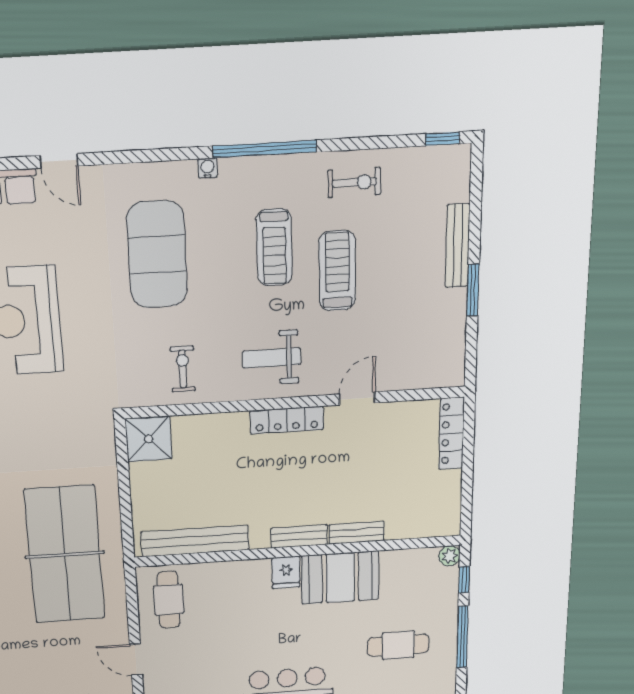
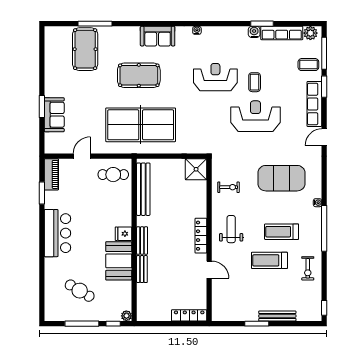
treadmill: (337, 271) -> (269, 260), turned 180
cafe table: (398, 645) -> (80, 291), turned -59

